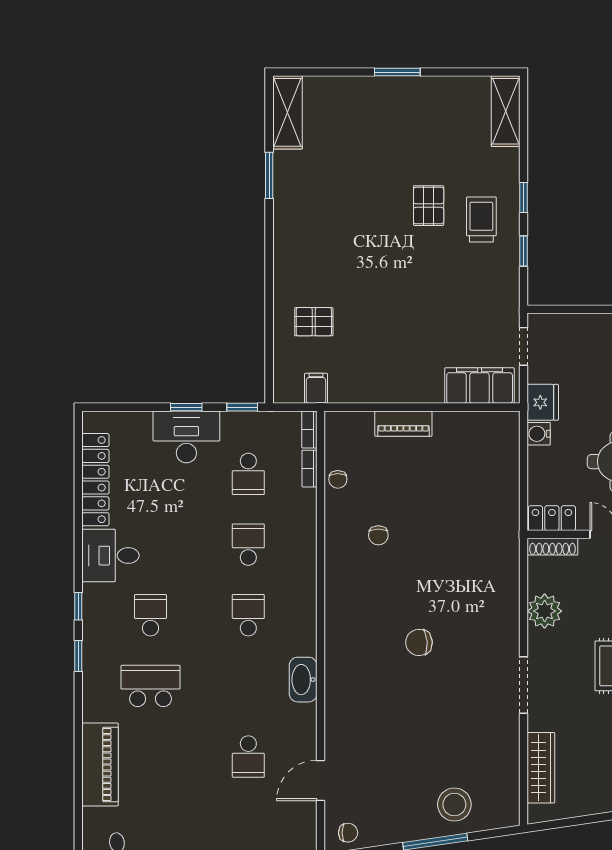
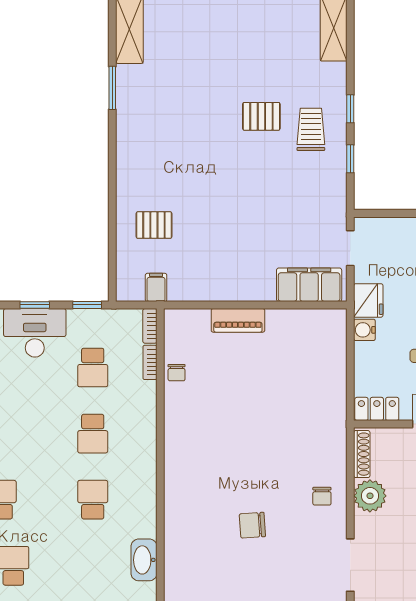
pallet: (429, 206) -> (261, 116), turned 90
chair: (378, 535) -> (322, 496), moved
school desk: (248, 545) -> (93, 434), turned 180
shoe rack: (552, 547) -> (362, 454), moved, turned -90

